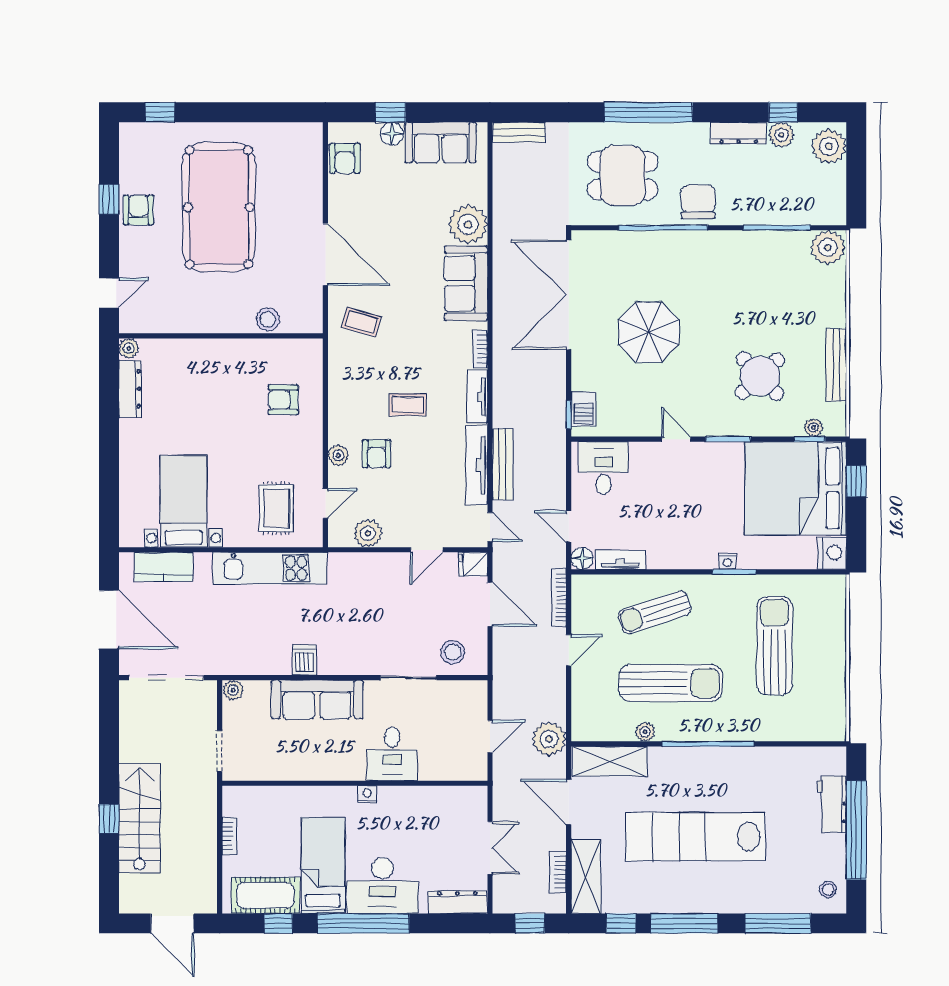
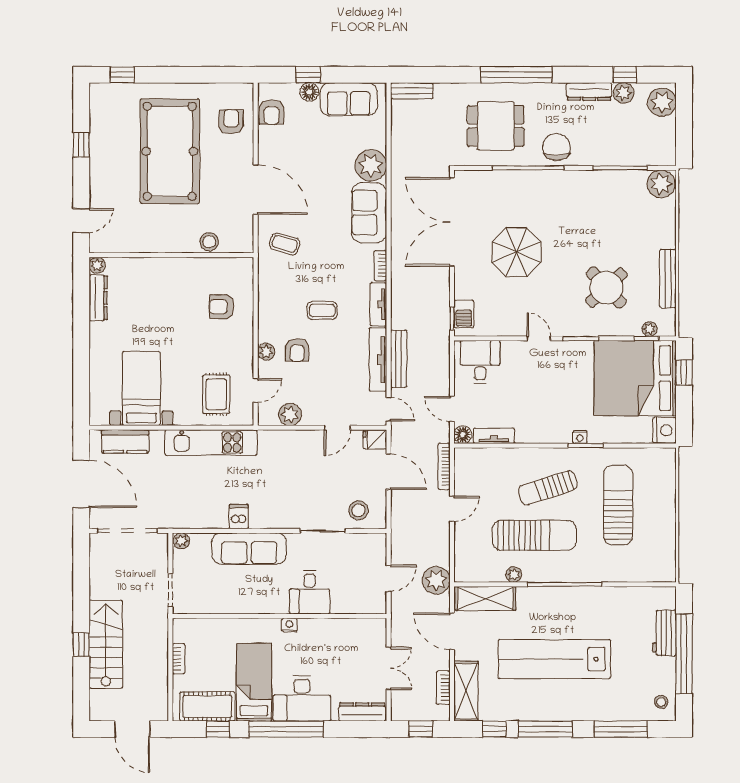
armchair: (139, 210) -> (231, 122), moved
sun lounger: (654, 612) -> (548, 488), moved

